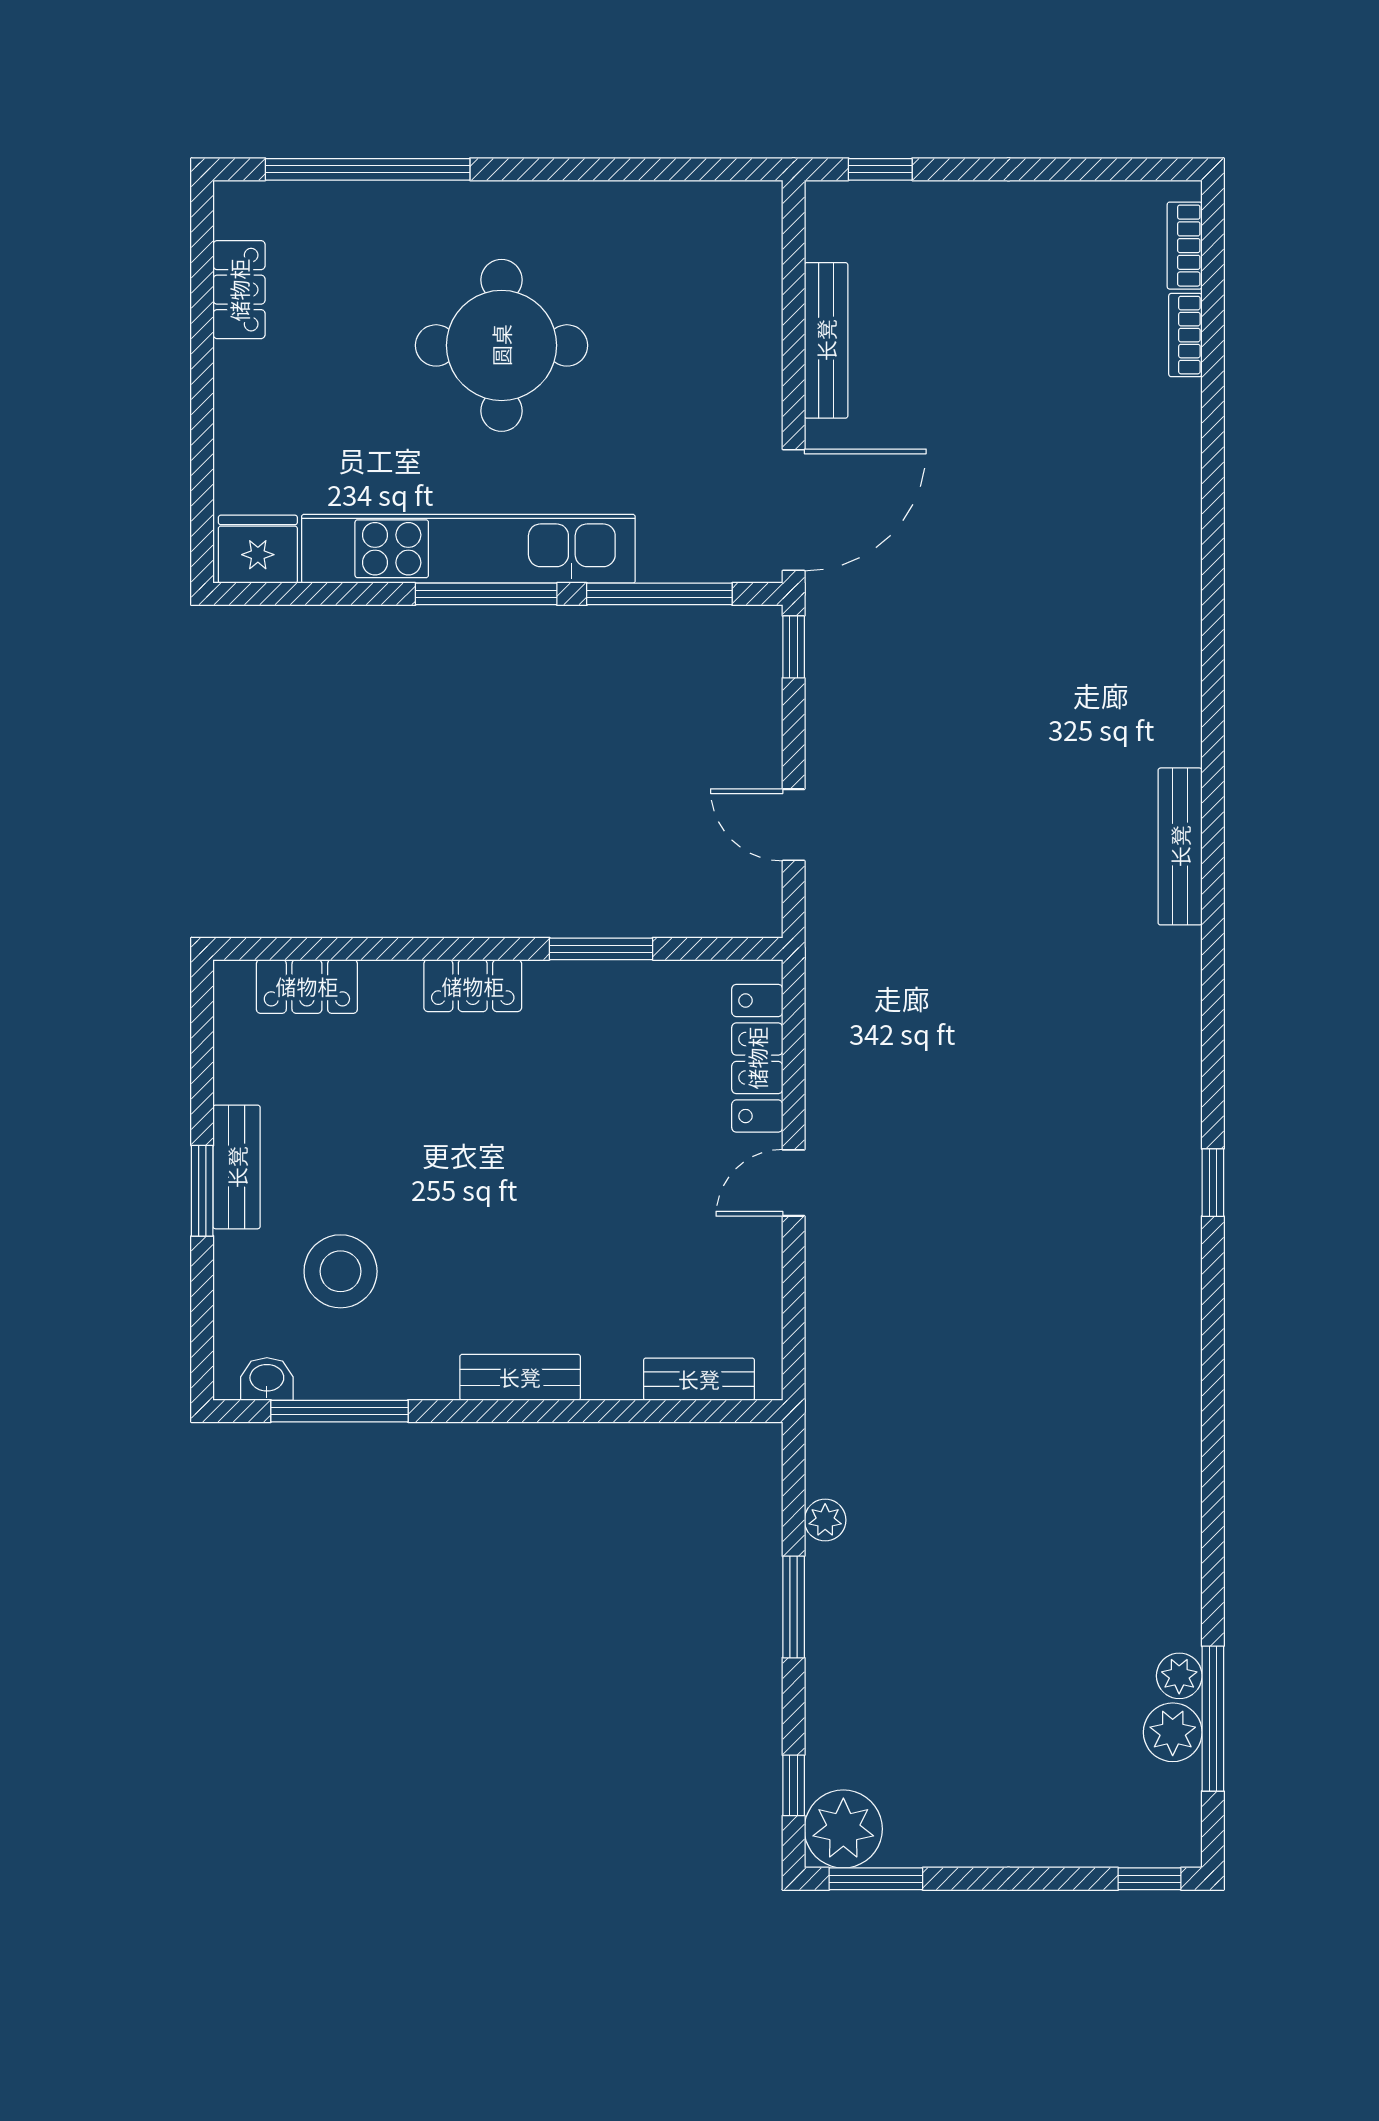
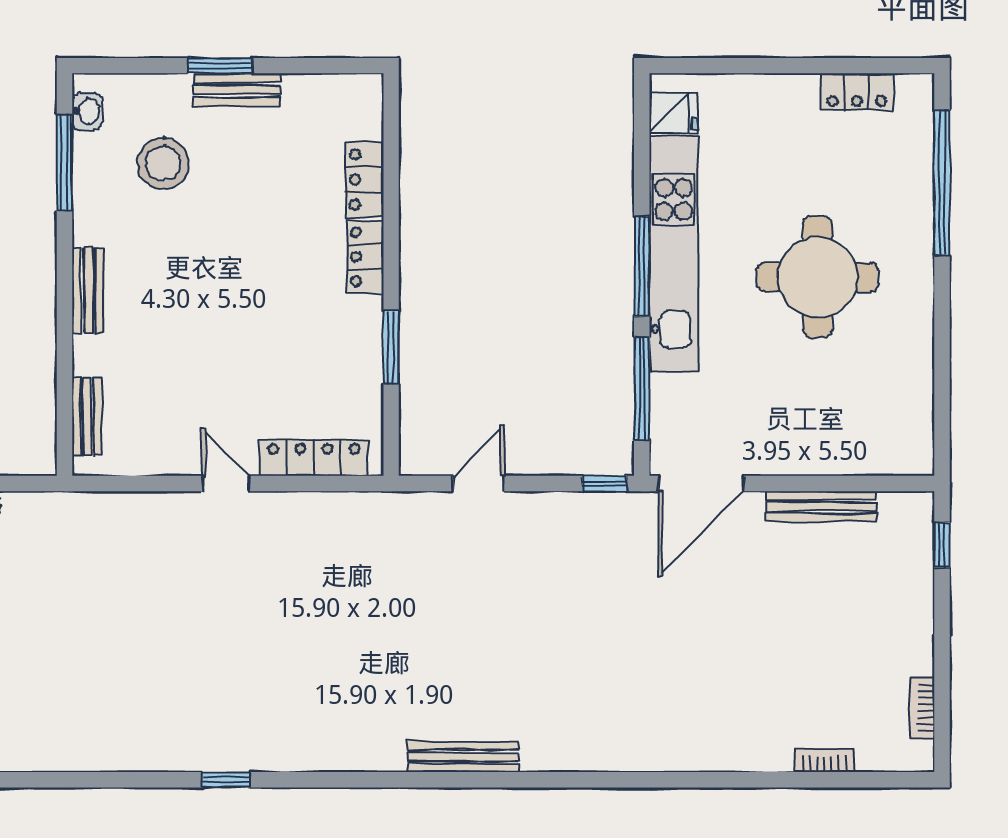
bookcase: (1185, 246) -> (922, 708), moved, turned -90
door: (794, 510) -> (701, 484), hinge flipped
fridge: (258, 549) -> (673, 113), width x0.72
locker: (307, 986) -> (364, 180), moved

